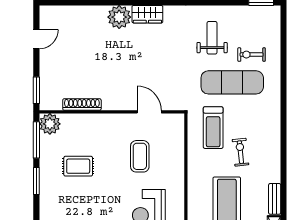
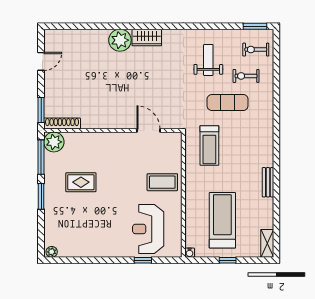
exercise mat: (232, 82) -> (228, 102), width x0.73, depth x0.69
shoe rack: (82, 104) -> (62, 124), moved
exercise bike: (240, 152) -> (256, 50), moved, turned -84
coffee table: (140, 156) -> (162, 182), moved, turned 90
bench: (275, 199) -> (268, 182), moved

